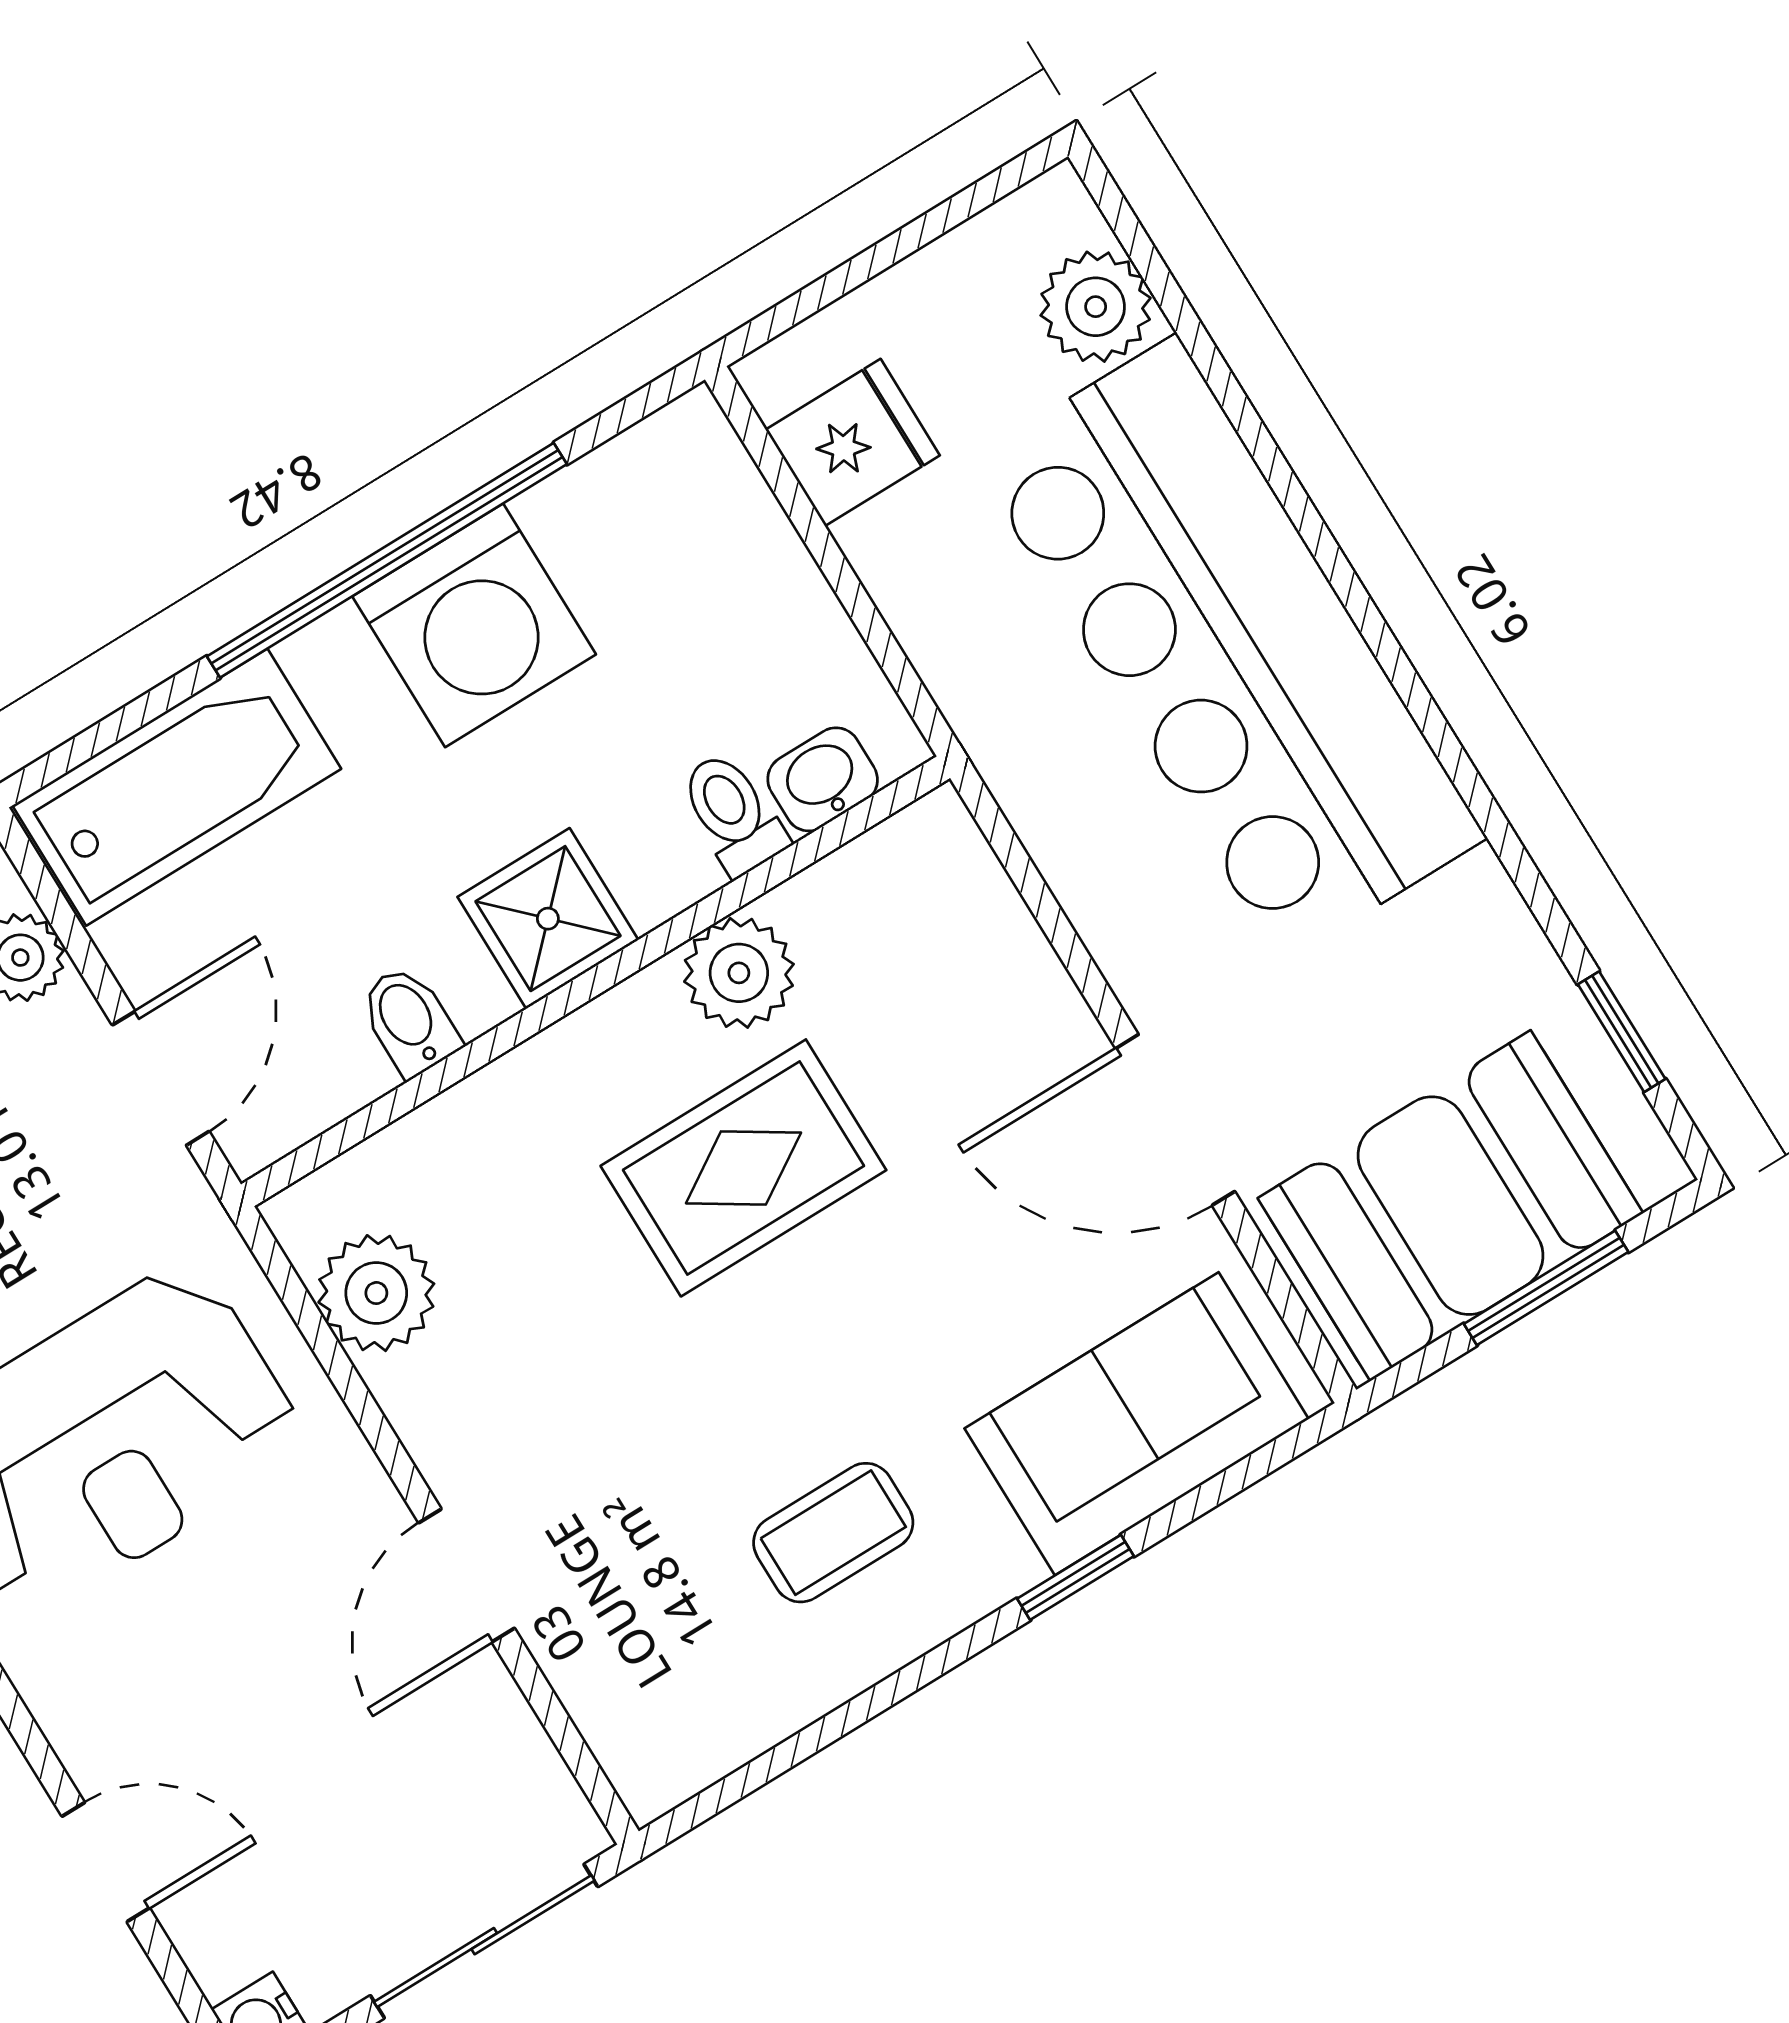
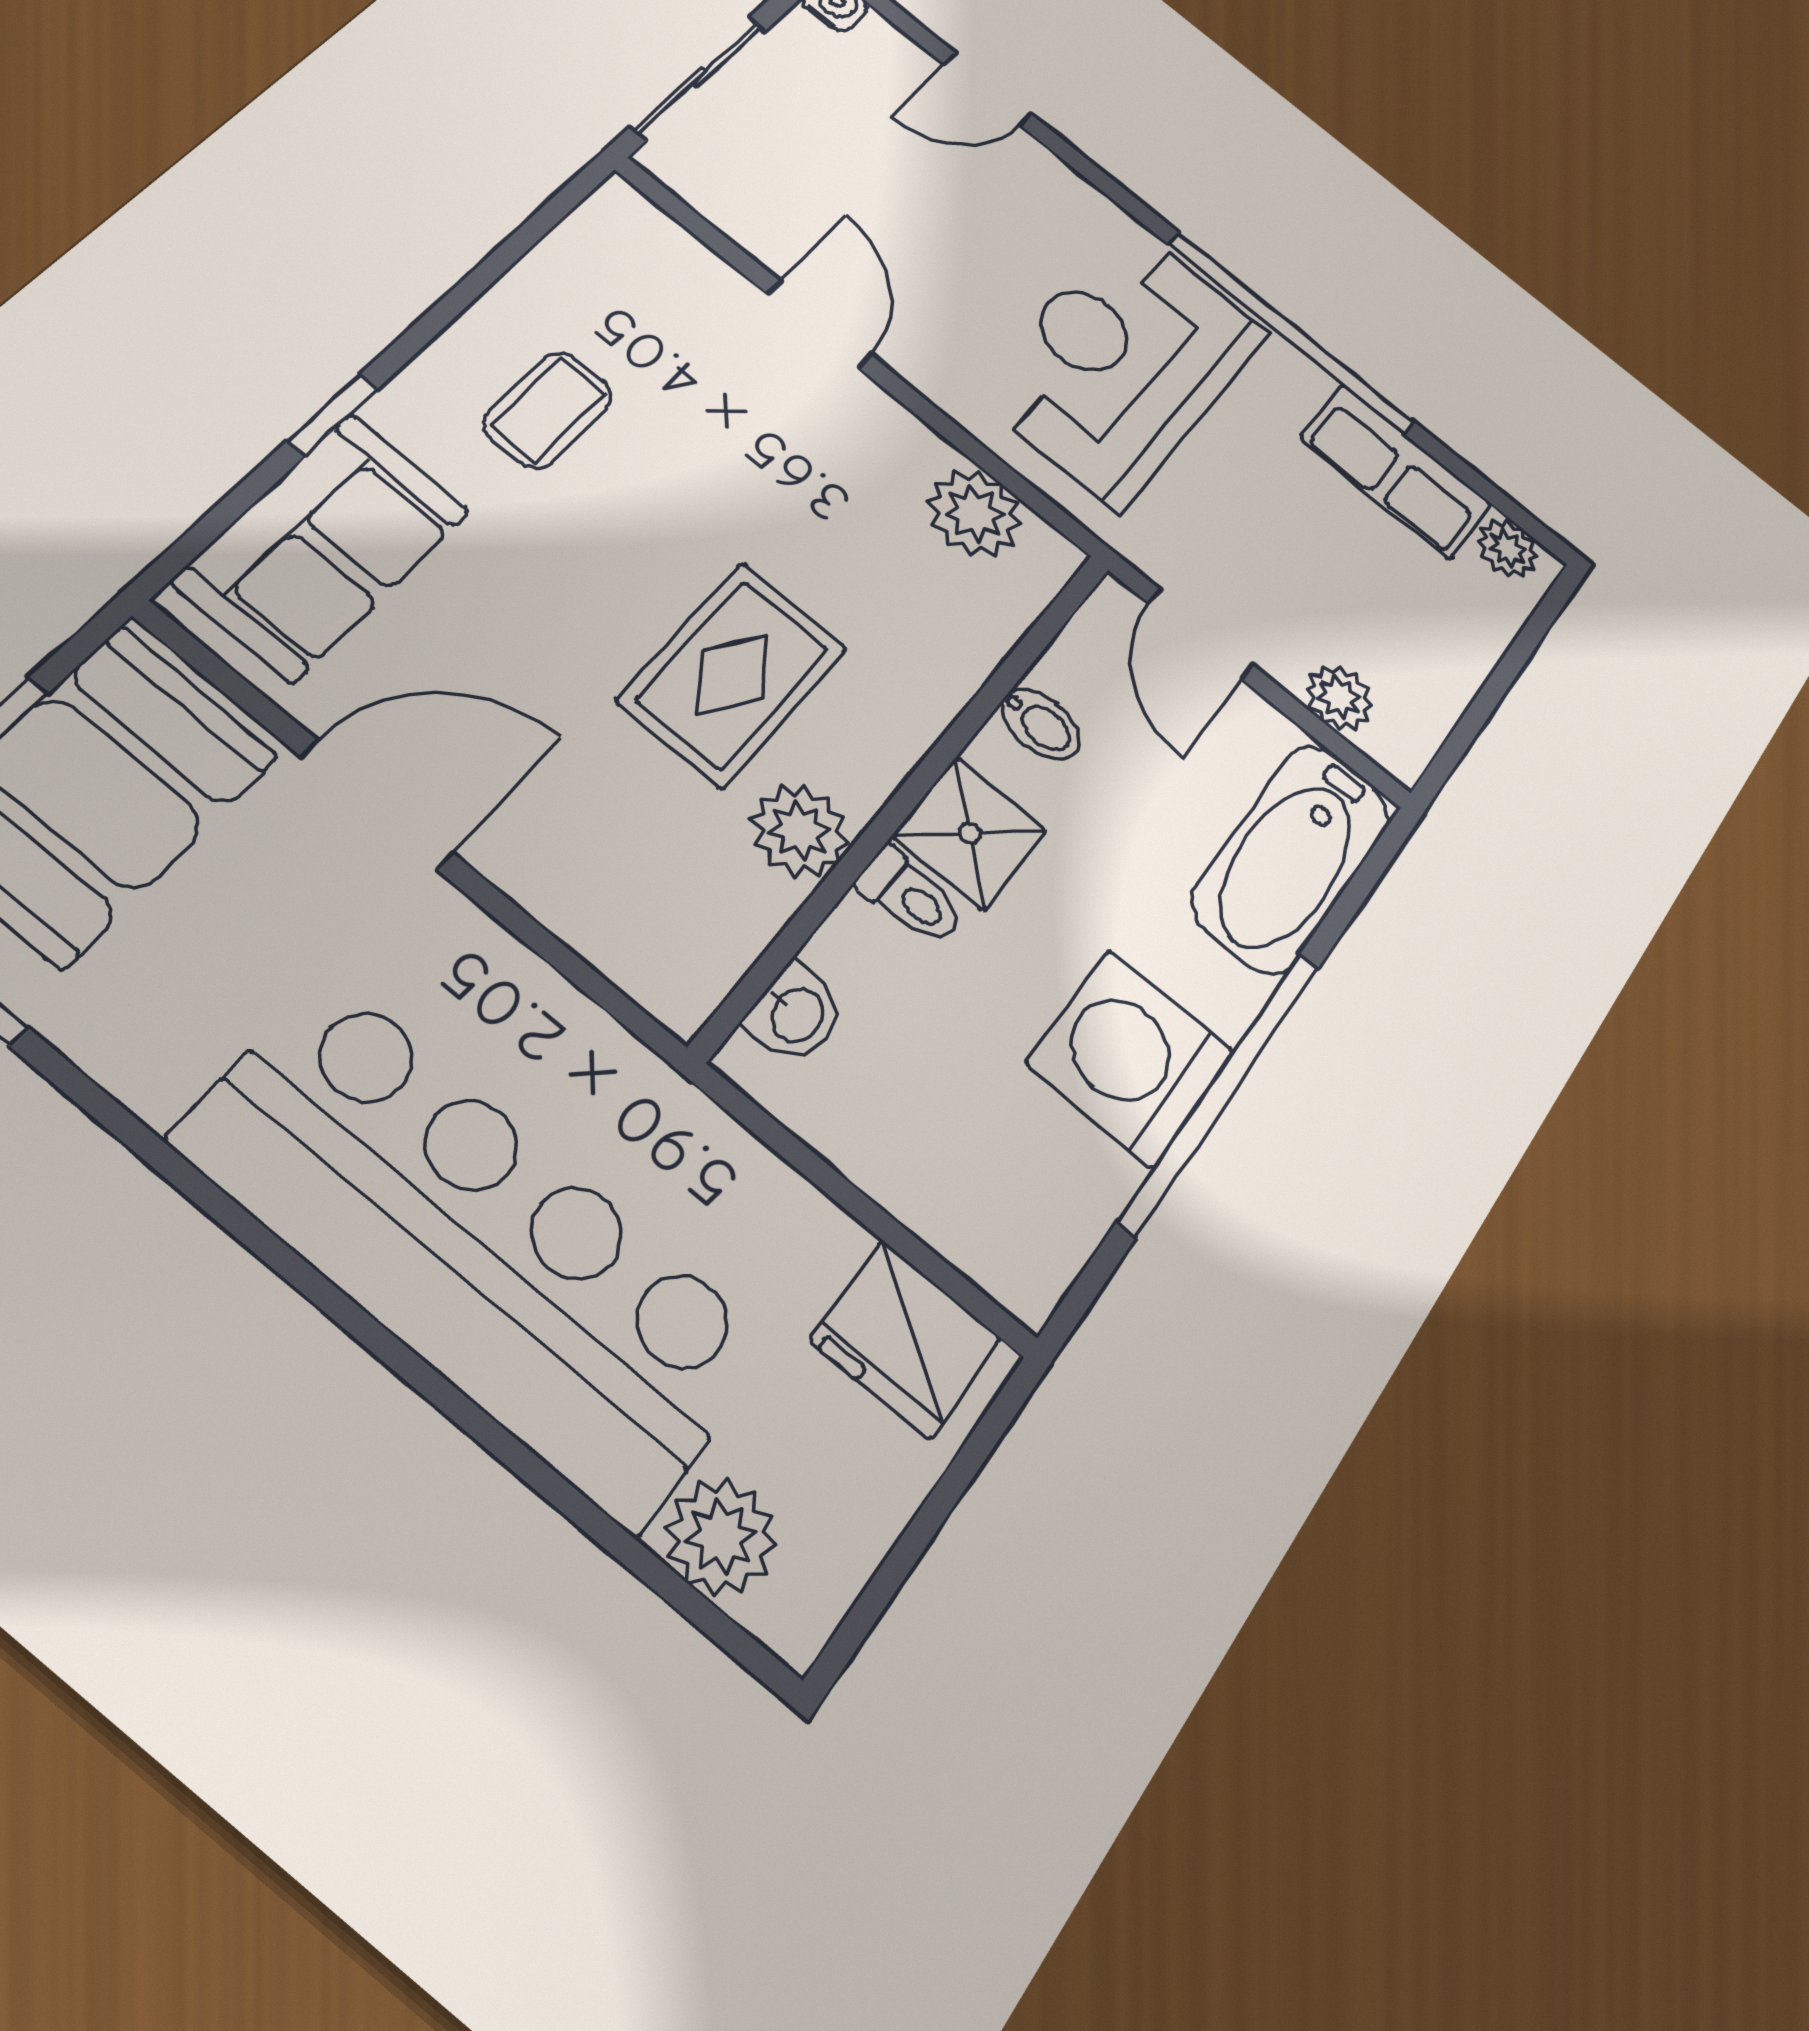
fridge: (853, 442) -> (906, 1339), width x1.38
toilet: (733, 814) -> (910, 897), moved

